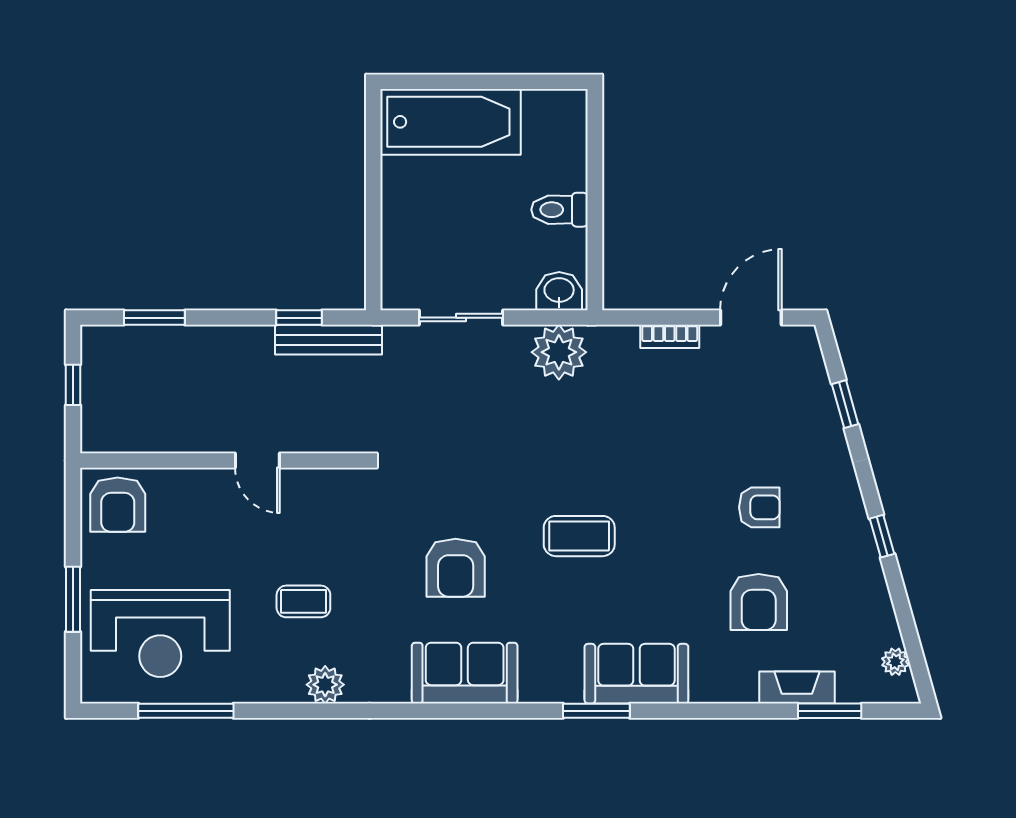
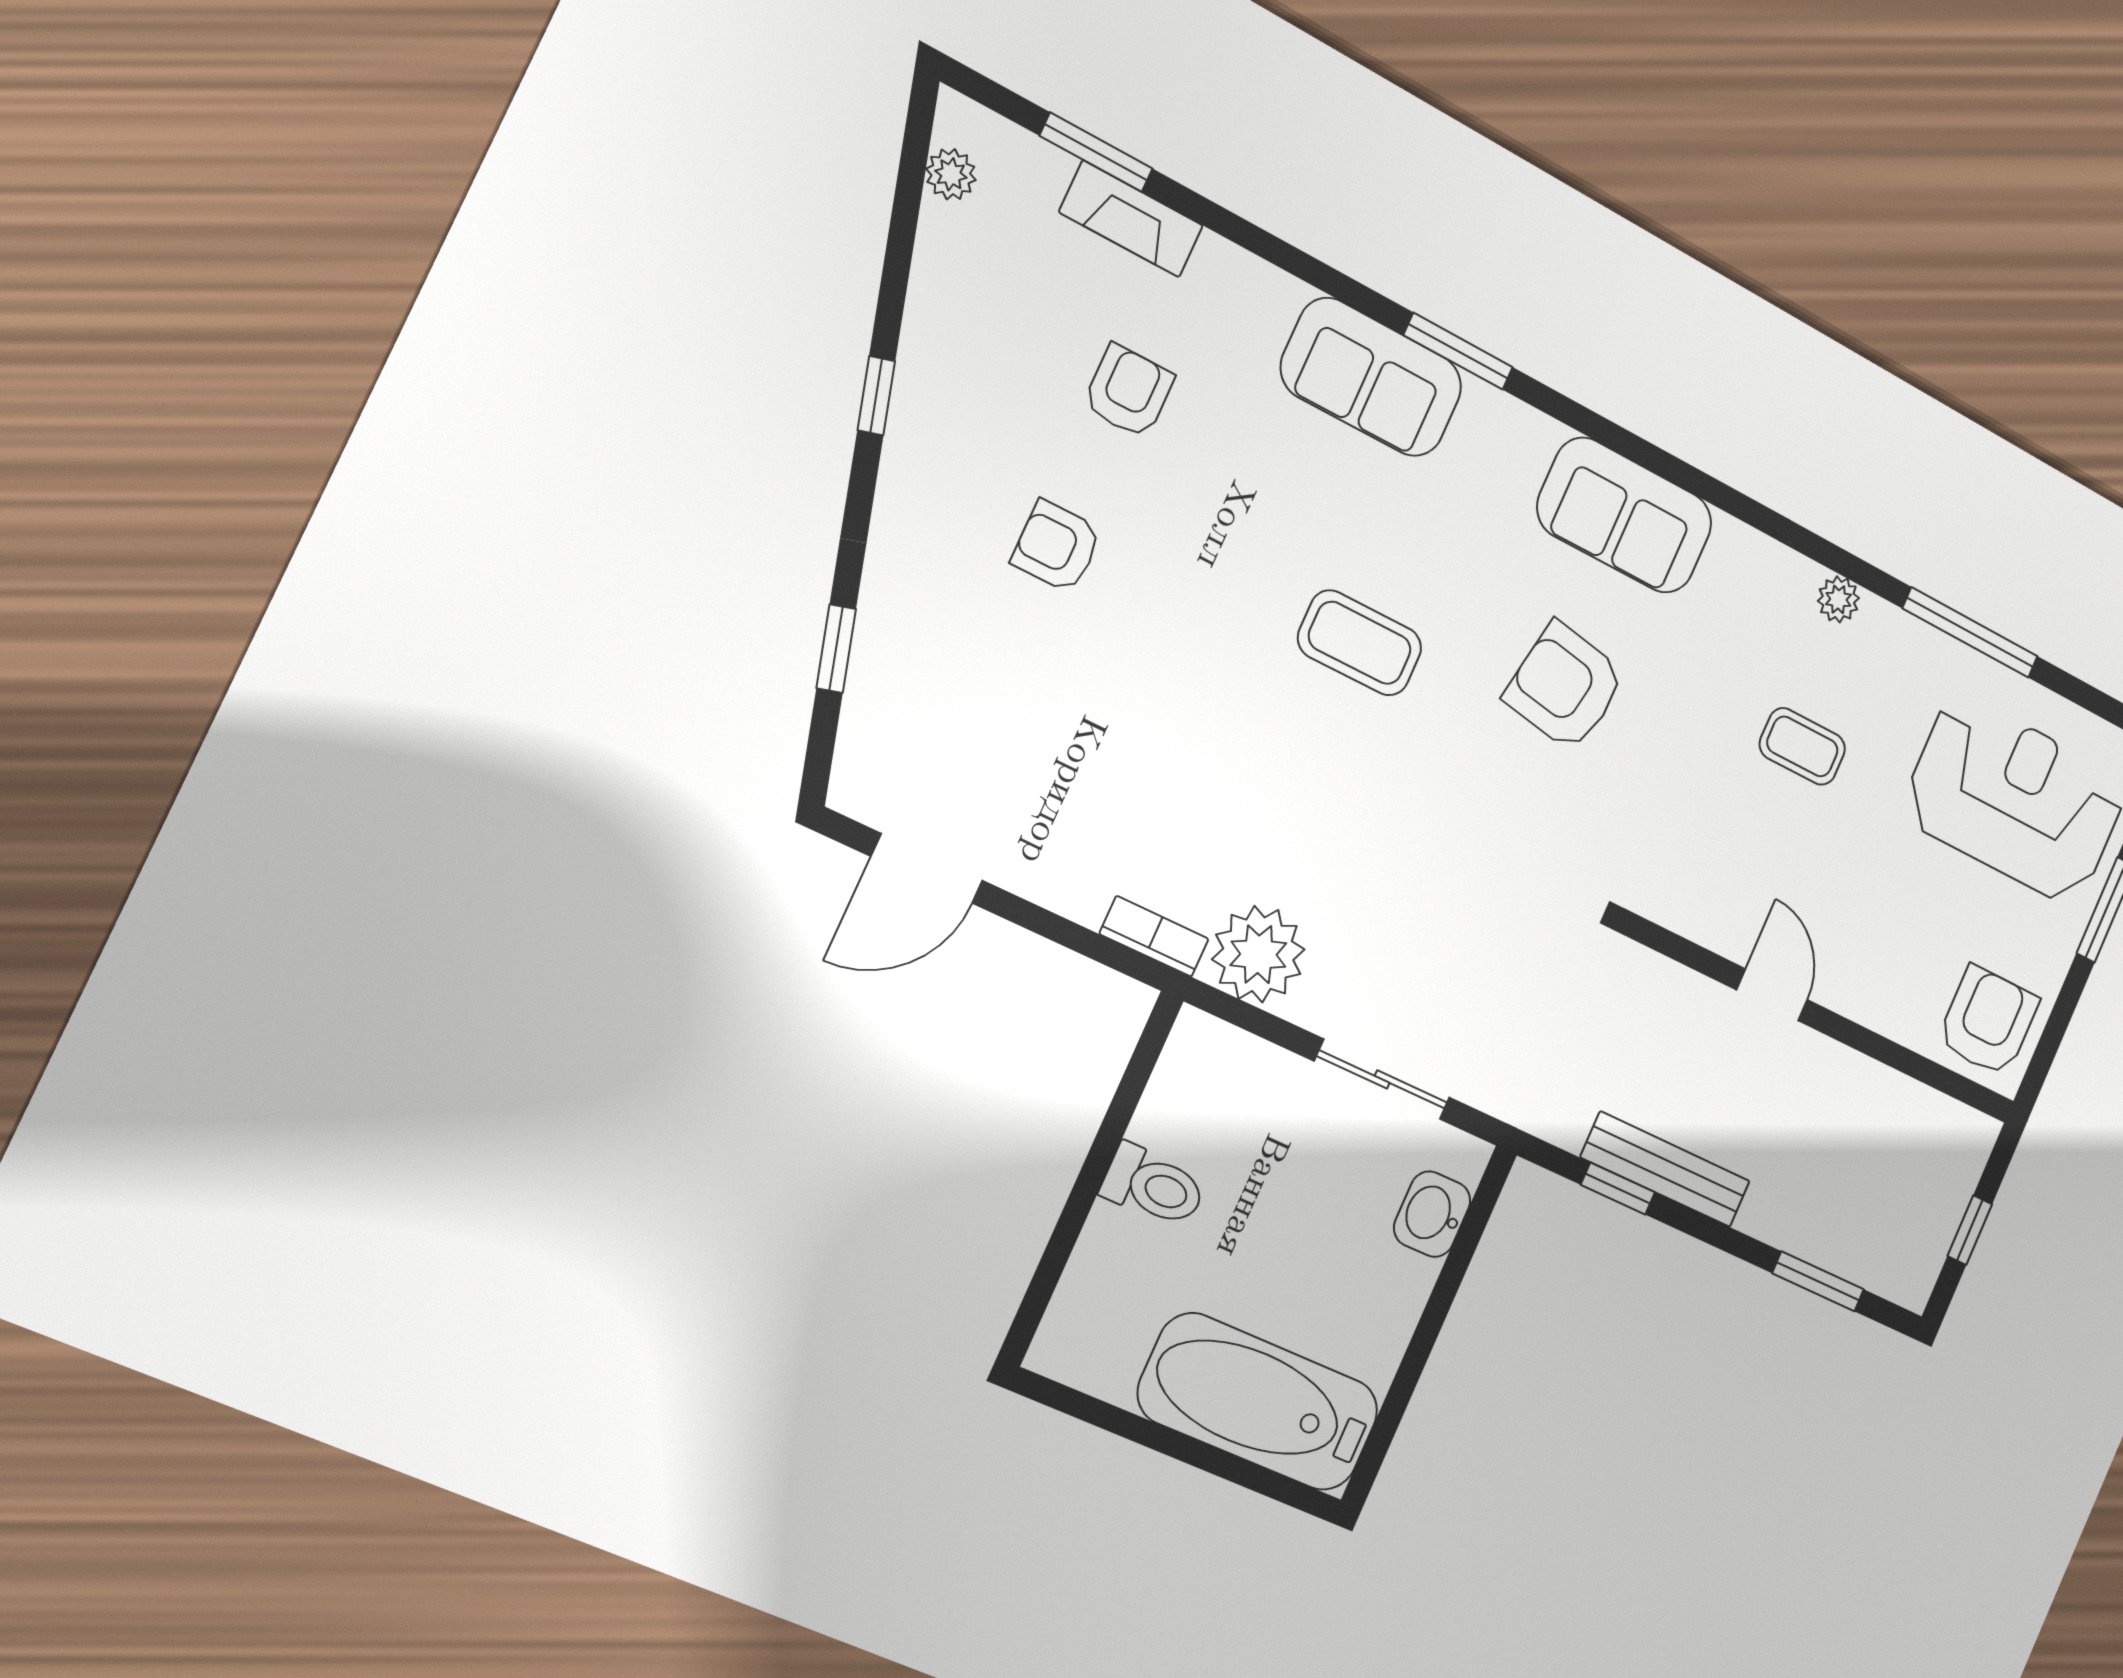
washbasin: (559, 291) -> (1432, 1214), moved, turned 90
bookcase: (670, 336) -> (1154, 936), moved
bench: (328, 340) -> (1665, 1169), moved
armchair: (456, 568) -> (1565, 687), turned -80
armchair: (759, 602) -> (1129, 391), width x0.72, depth x0.72
plant: (325, 685) -> (1838, 599), width x0.73, depth x0.73
window: (186, 711) -> (1970, 632), moved

